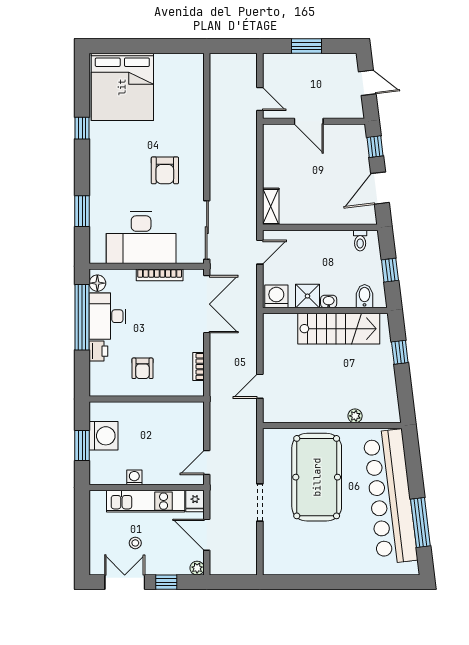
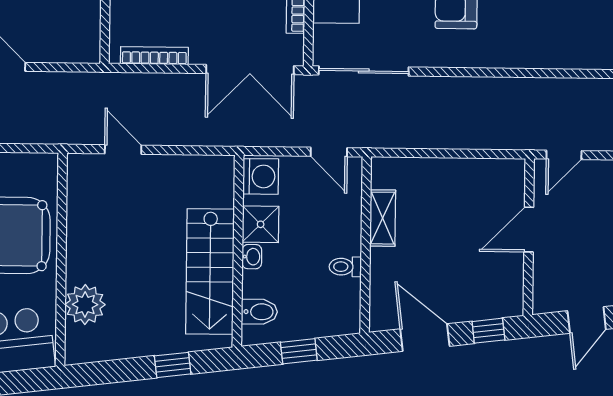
shelving: (271, 206) -> (383, 218), moved, turned 90
toilet: (360, 241) -> (345, 267), moved
bookcase: (198, 367) -> (154, 56), width x1.56
plant: (355, 416) -> (85, 304), width x1.88, depth x1.88

